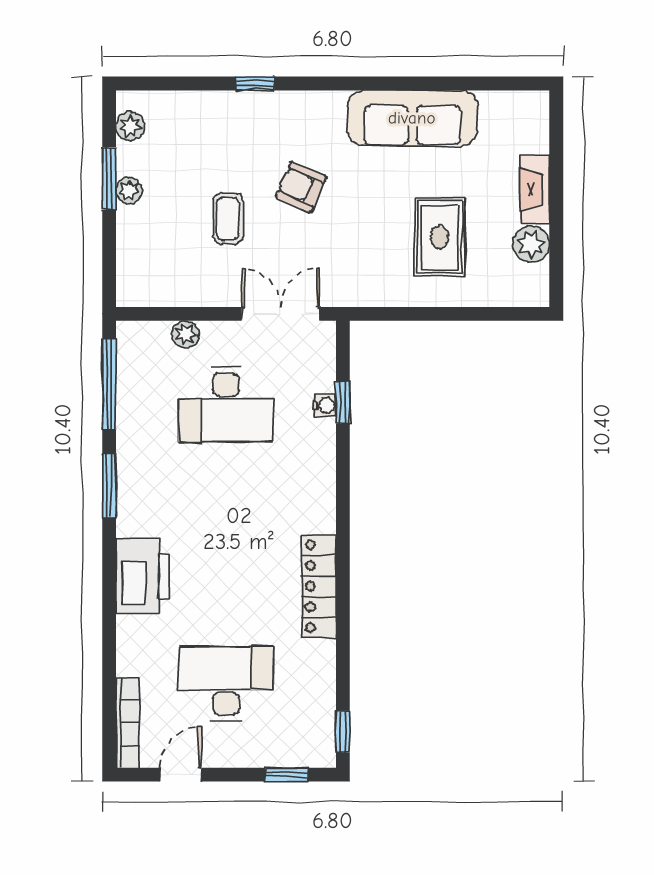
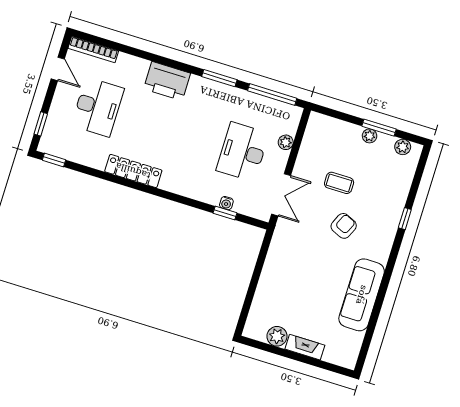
rug: (440, 237) -> (295, 290), removed

